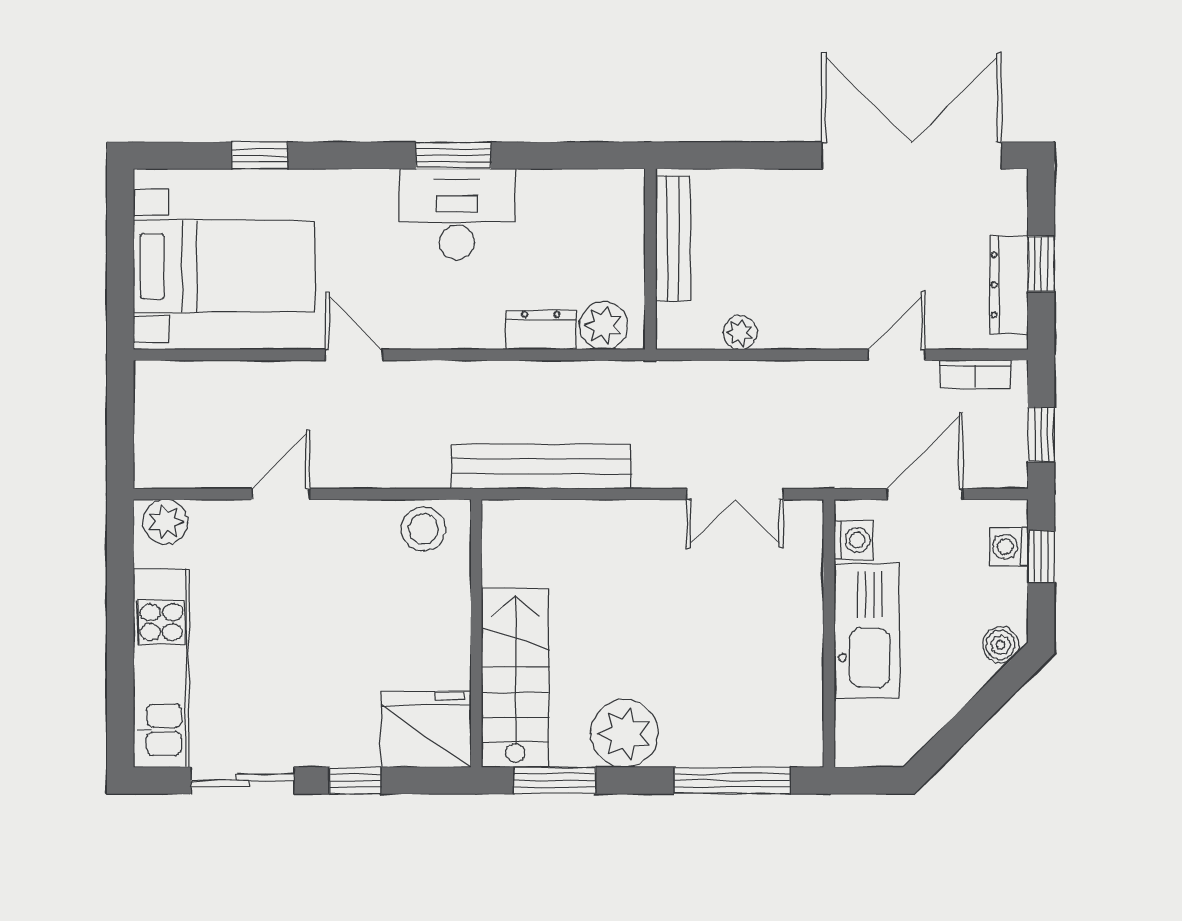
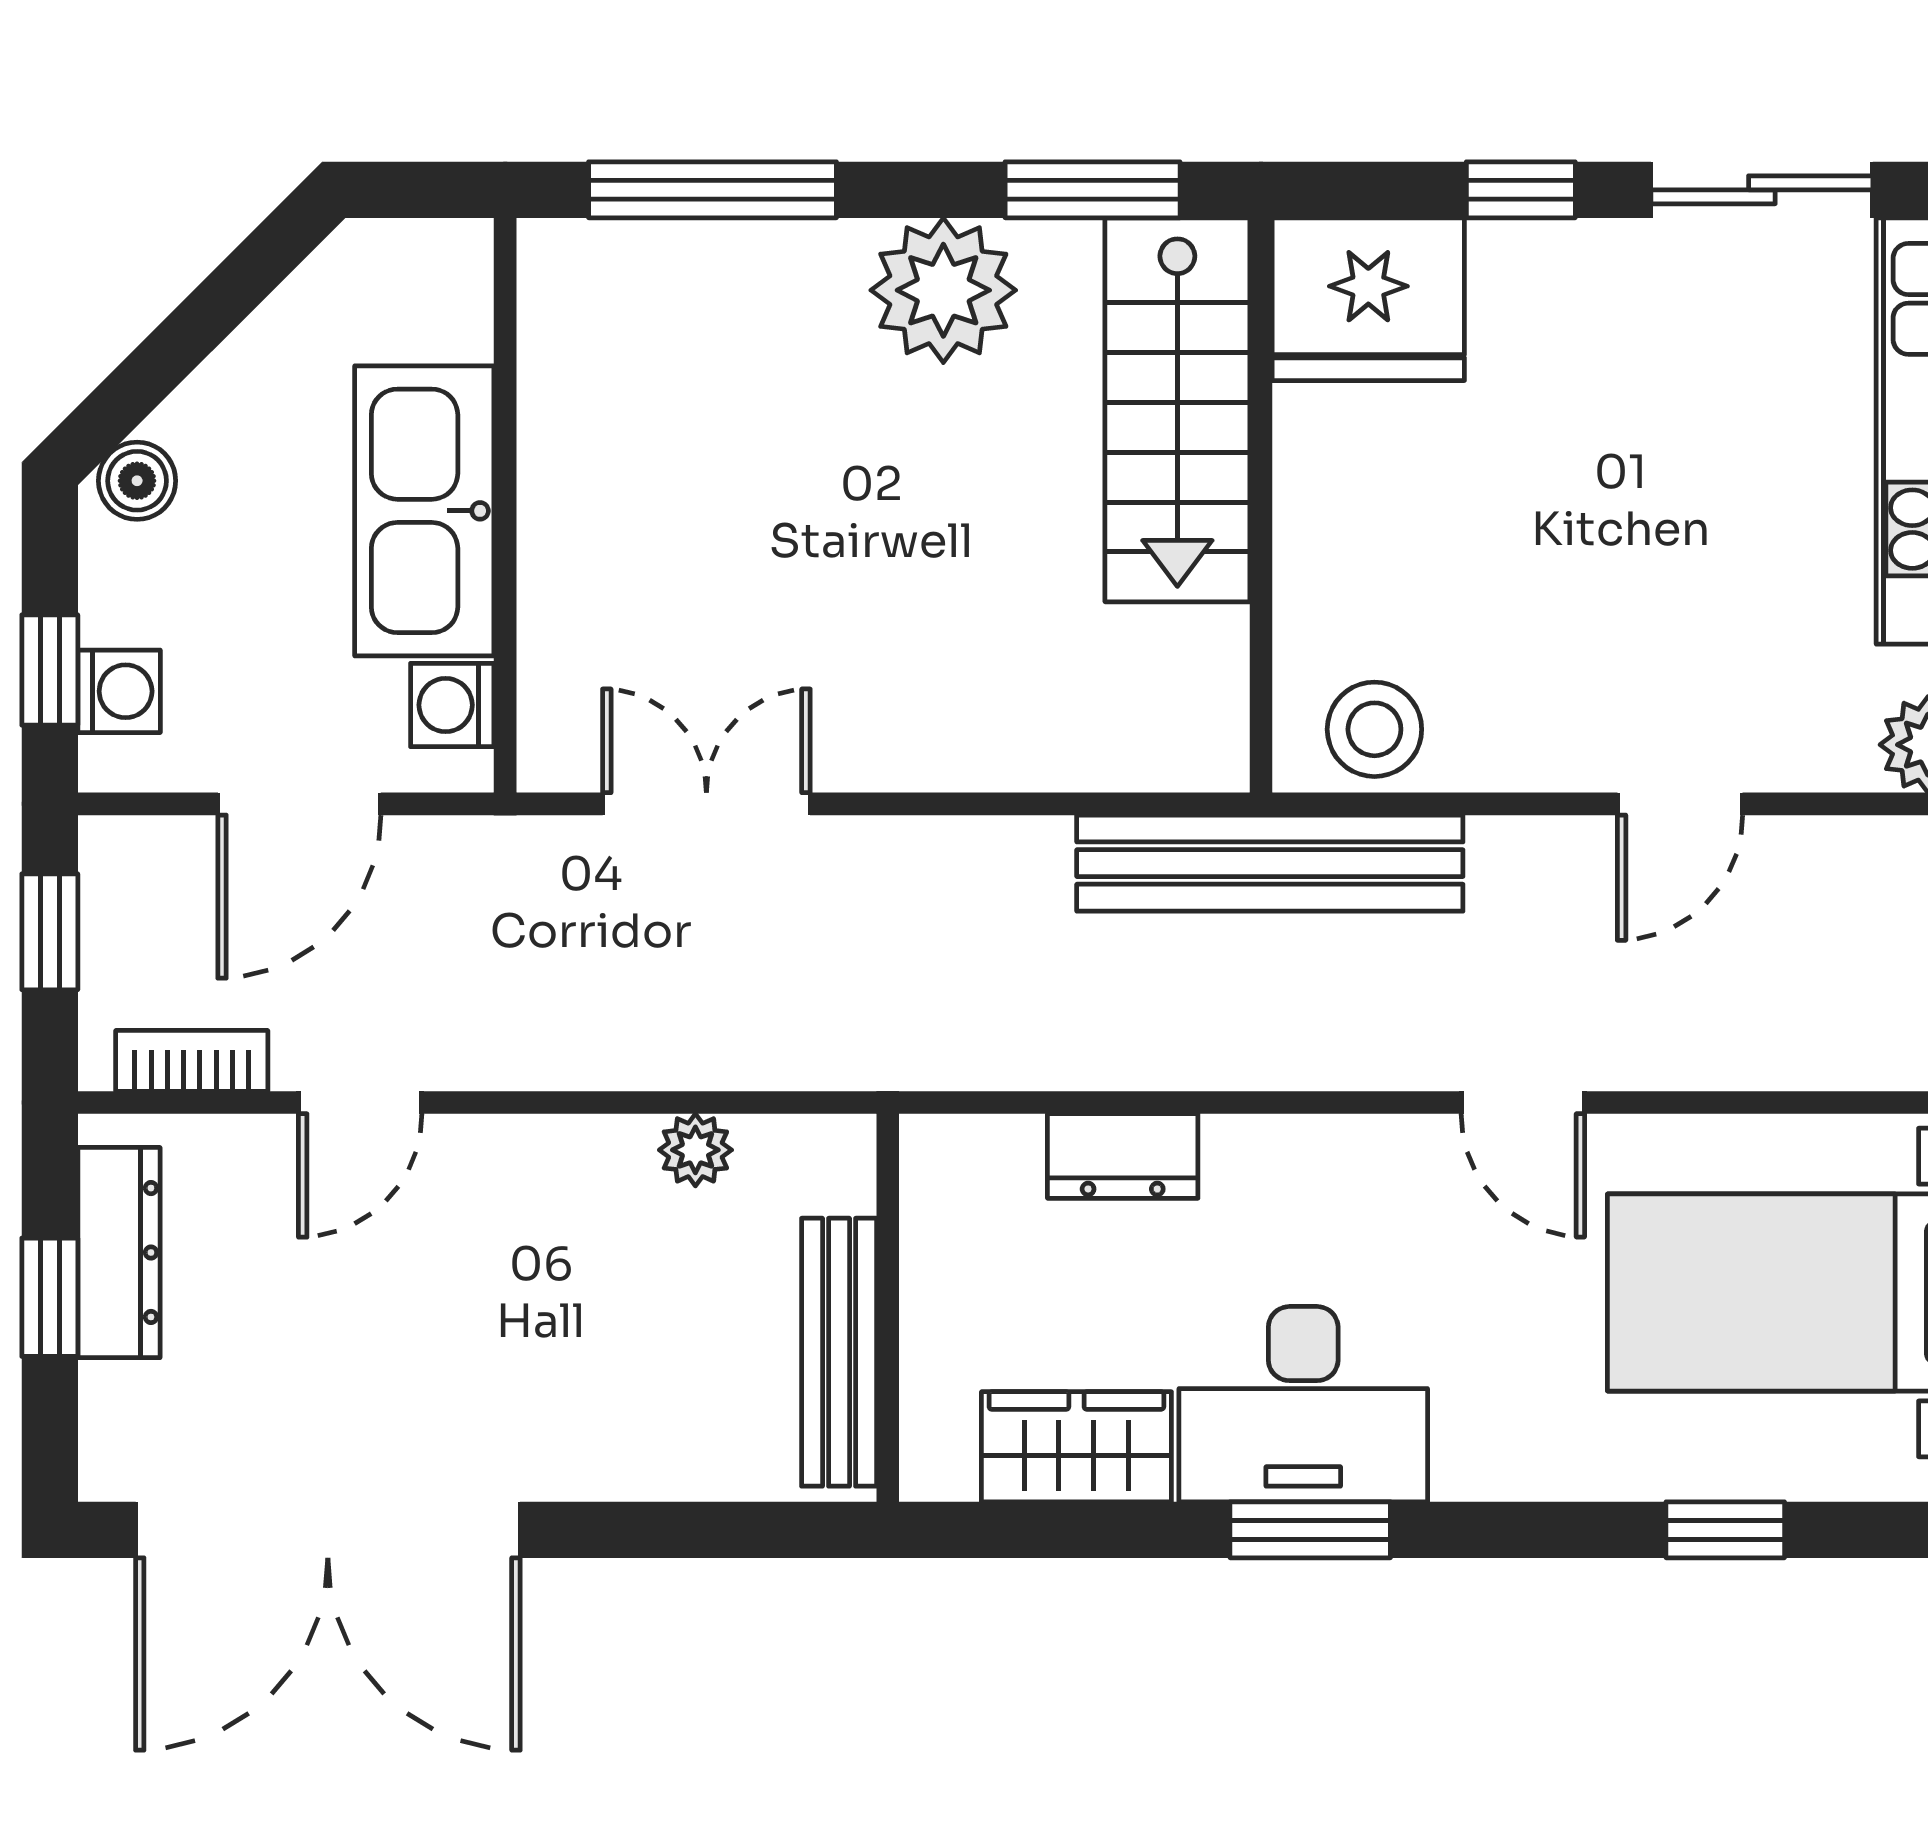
wardrobe: (562, 194) -> (1076, 1447), added
plant: (604, 325) -> (988, 1166), removed
bench: (541, 466) -> (1270, 863), moved

